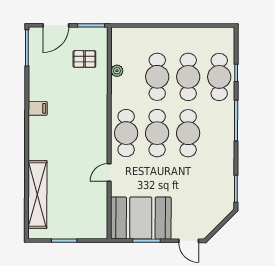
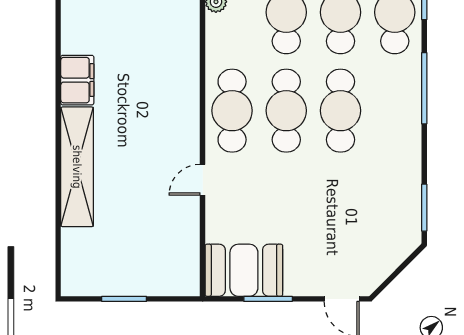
filing cabinet: (38, 108) -> (77, 80), width x2.00
shelving: (37, 195) -> (77, 167), moved
booth: (141, 218) -> (244, 270), width x0.73, depth x0.70

